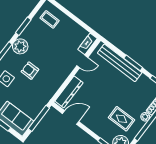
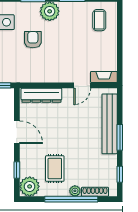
door: (82, 62) -> (82, 85), hinge flipped
door: (71, 118) -> (17, 132), moved

